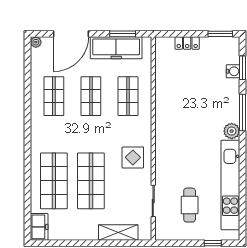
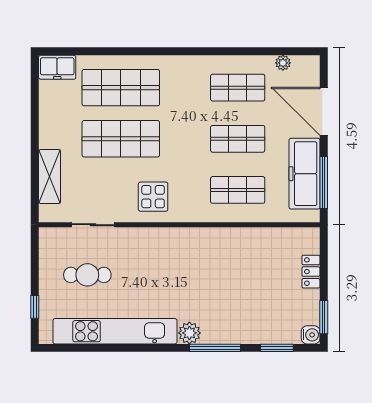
window: (123, 34) -> (324, 182), width x1.44
plant: (36, 42) -> (283, 63), moved
water cooler: (233, 71) -> (311, 335), moved, turned -90

